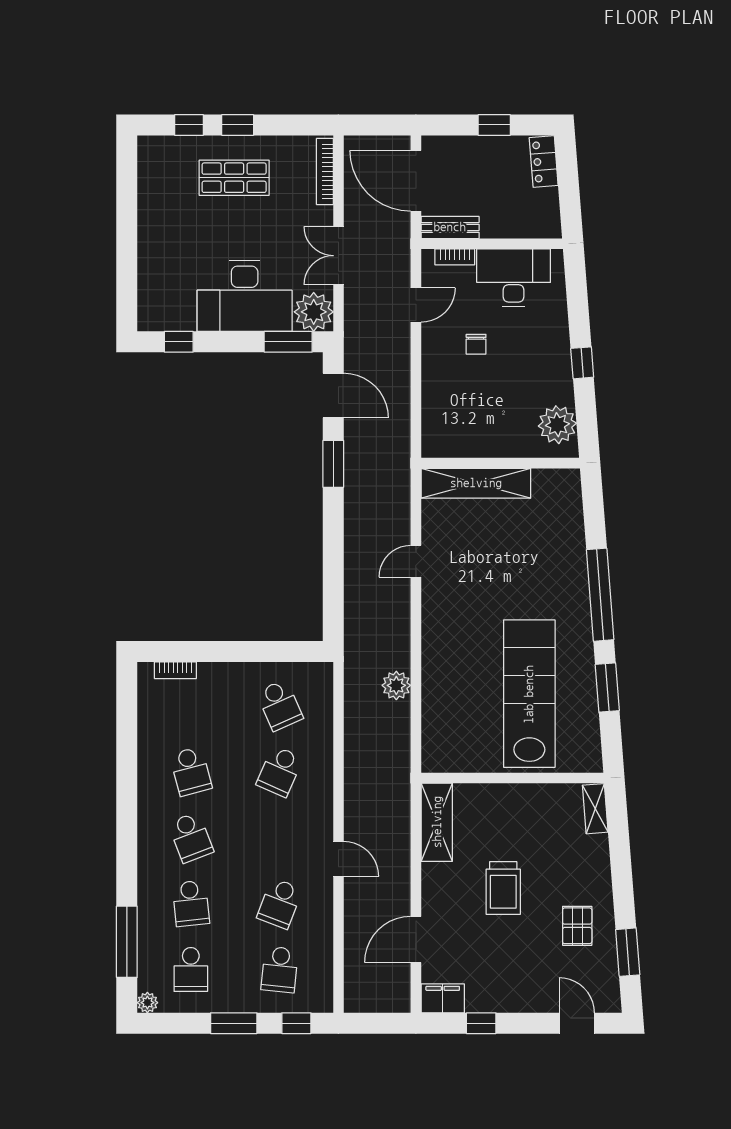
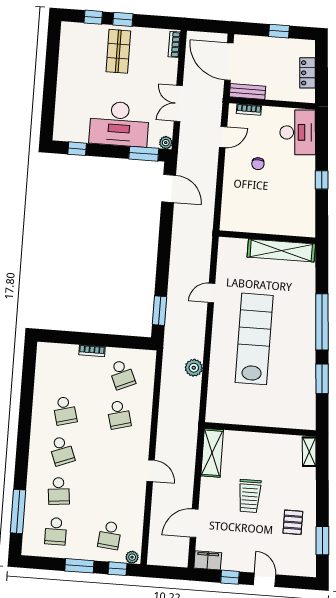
locker: (544, 162) -> (307, 73), moved
bookcase: (325, 172) -> (174, 44), width x0.64
shop shelf: (234, 178) -> (118, 51), turned 90
desk: (514, 278) -> (298, 132), moved, turned 86
plant: (314, 312) -> (166, 143), width x0.53, depth x0.53
plant: (557, 425) -> (304, 216), removed
window: (333, 464) -> (160, 311), moved
shelving: (476, 483) -> (281, 251), moved
bookcase: (175, 670) -> (92, 351), moved
lab bench: (529, 694) -> (254, 339), moved
school desk: (280, 771) -> (119, 415), turned -39
school desk: (280, 903) -> (113, 495), removed
plant: (147, 1003) -> (132, 557), moved
door: (577, 1023) -> (265, 580), moved

